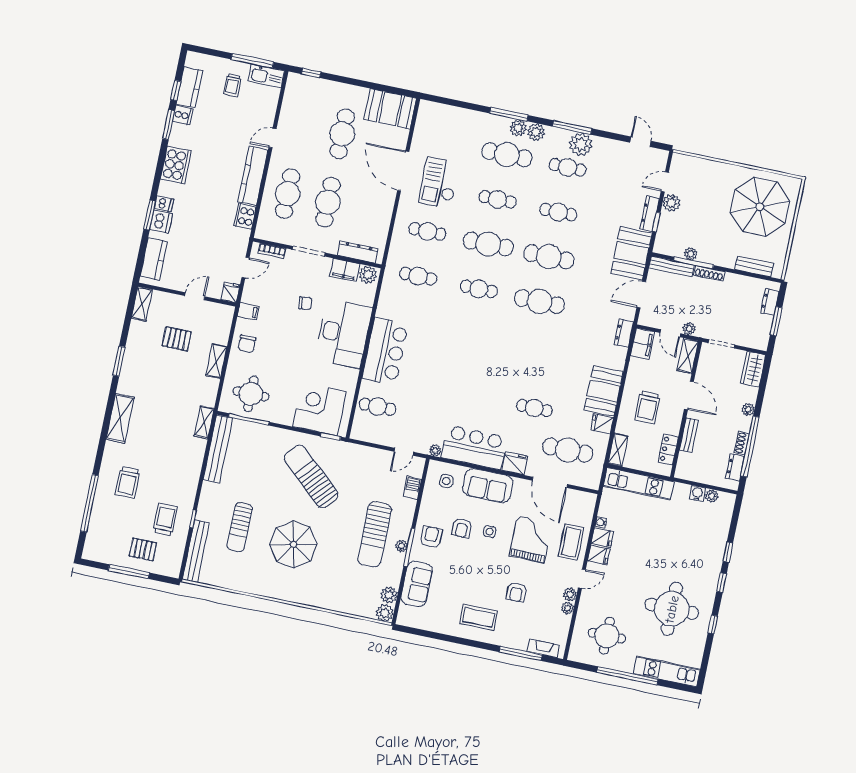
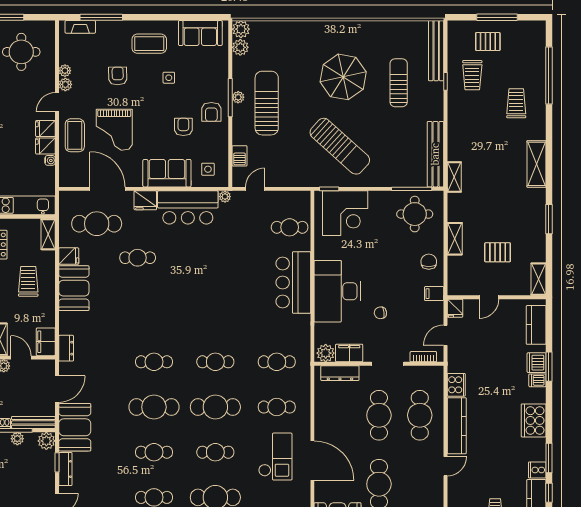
plant: (671, 203) -> (46, 441), moved
cafe table: (540, 302) -> (154, 362), width x0.73, depth x0.74
side table: (490, 532) -> (169, 78), moved
sofa: (417, 584) -> (200, 33), moved, turned -90

